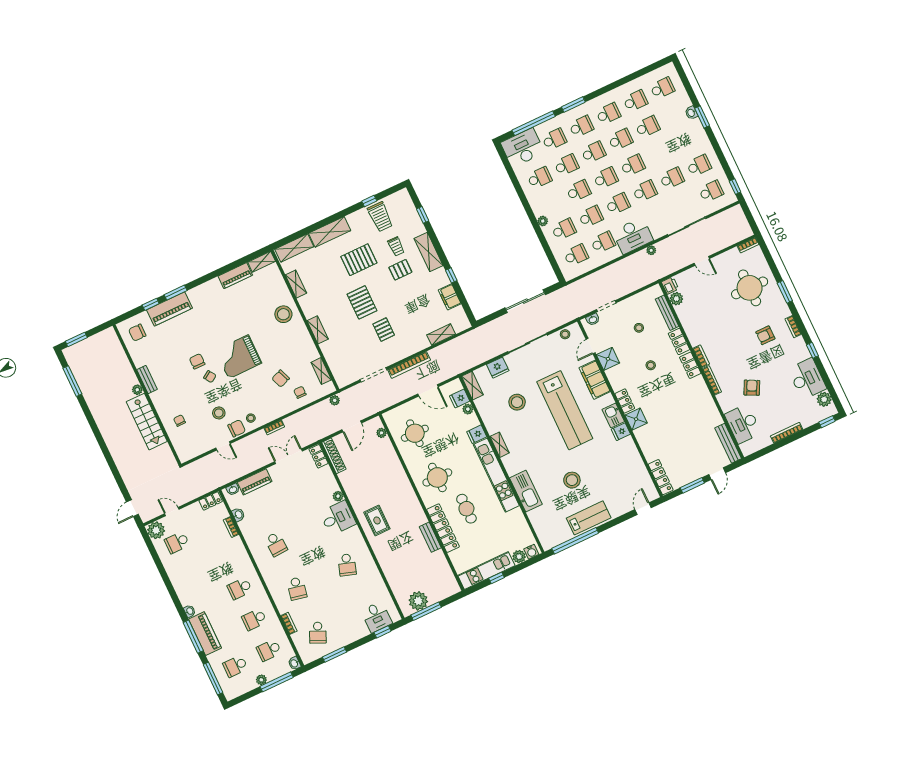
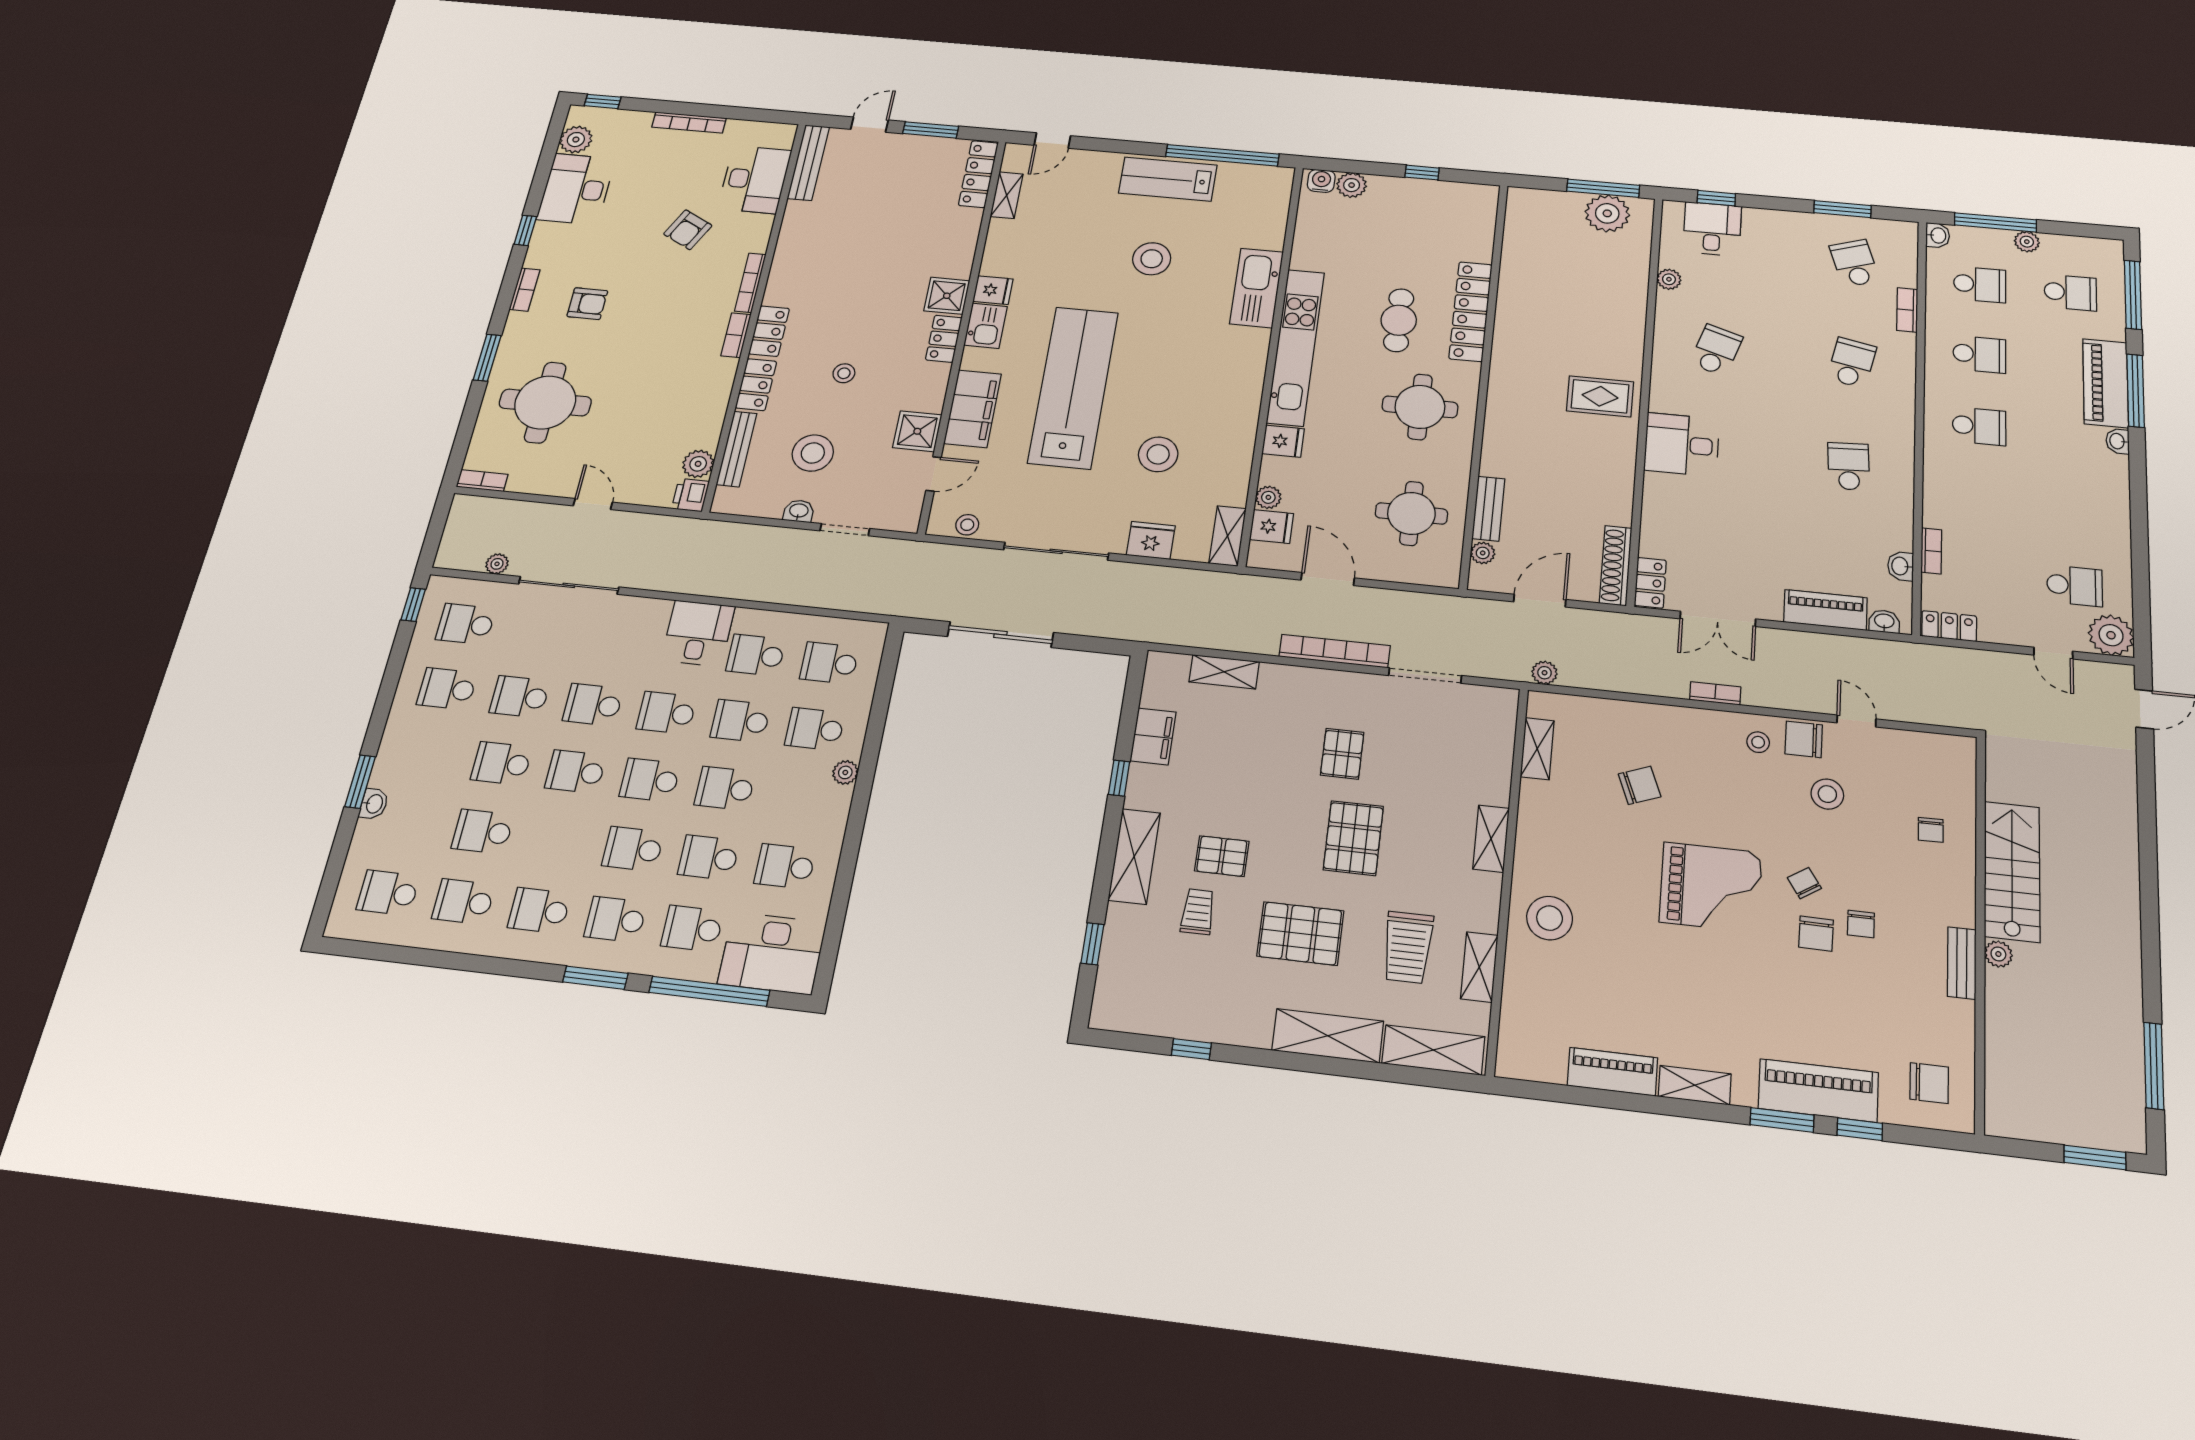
school desk: (621, 139) -> (502, 763), moved
trolley: (380, 217) -> (1408, 947), moved, turned 180
desk: (633, 236) -> (698, 633), width x0.73
plant: (651, 250) -> (497, 564), moved
shelving: (262, 262) -> (1695, 1085), moved
washbasin: (593, 319) -> (799, 511), moved
stool: (639, 328) -> (813, 453), width x1.89, depth x1.89
chair: (300, 392) -> (1861, 924), moved
shelving: (500, 445) -> (1007, 195), moved
plant: (338, 496) -> (1669, 279), moved
rug: (377, 520) -> (1600, 396), turned 90
bench: (430, 537) -> (1488, 509), moved
kitchen unit: (486, 571) -> (1434, 195), removed
school desk: (318, 633) -> (1855, 263), turned -42

